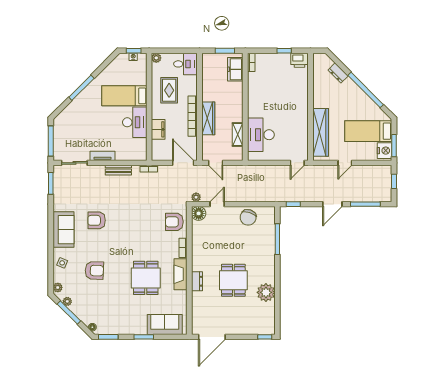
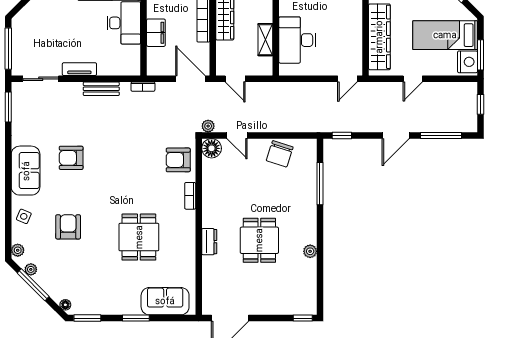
door: (217, 204) -> (237, 135), swing flipped
armchair: (94, 271) -> (68, 227), turned -92
fireplace: (181, 274) -> (187, 232), removed
plant: (266, 292) -> (310, 251), width x0.53, depth x0.53

